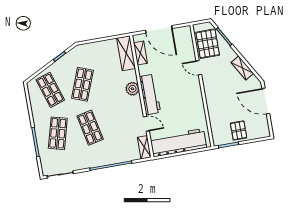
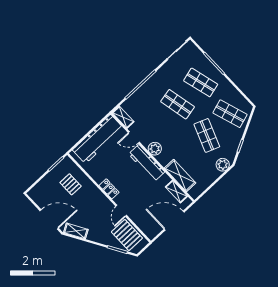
plant: (85, 50) -> (223, 165), added
shelving: (126, 53) -> (180, 175), moved
door: (199, 68) -> (121, 211), swing flipped
shelving: (242, 68) -> (76, 231), moved
plant: (132, 89) -> (155, 149), moved
locker: (197, 93) -> (109, 189), added
pallet: (239, 131) -> (71, 184), moved
shop shelf: (58, 133) -> (201, 82), turned -30

